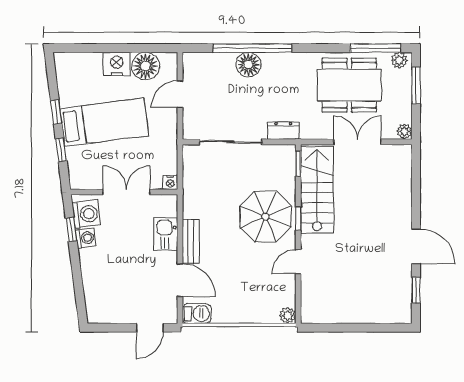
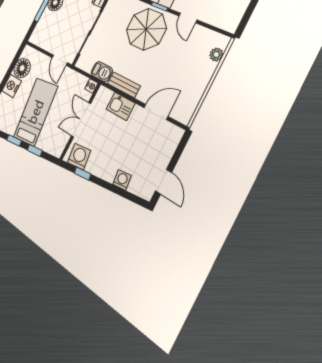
door: (180, 94) -> (60, 60), moved
washing machine: (86, 238) -> (122, 180), moved
bench: (191, 242) -> (124, 85), moved
barbecue: (197, 314) -> (102, 72), moved, turned 90
plant: (288, 316) -> (216, 55), moved
door: (150, 328) -> (163, 182), moved

